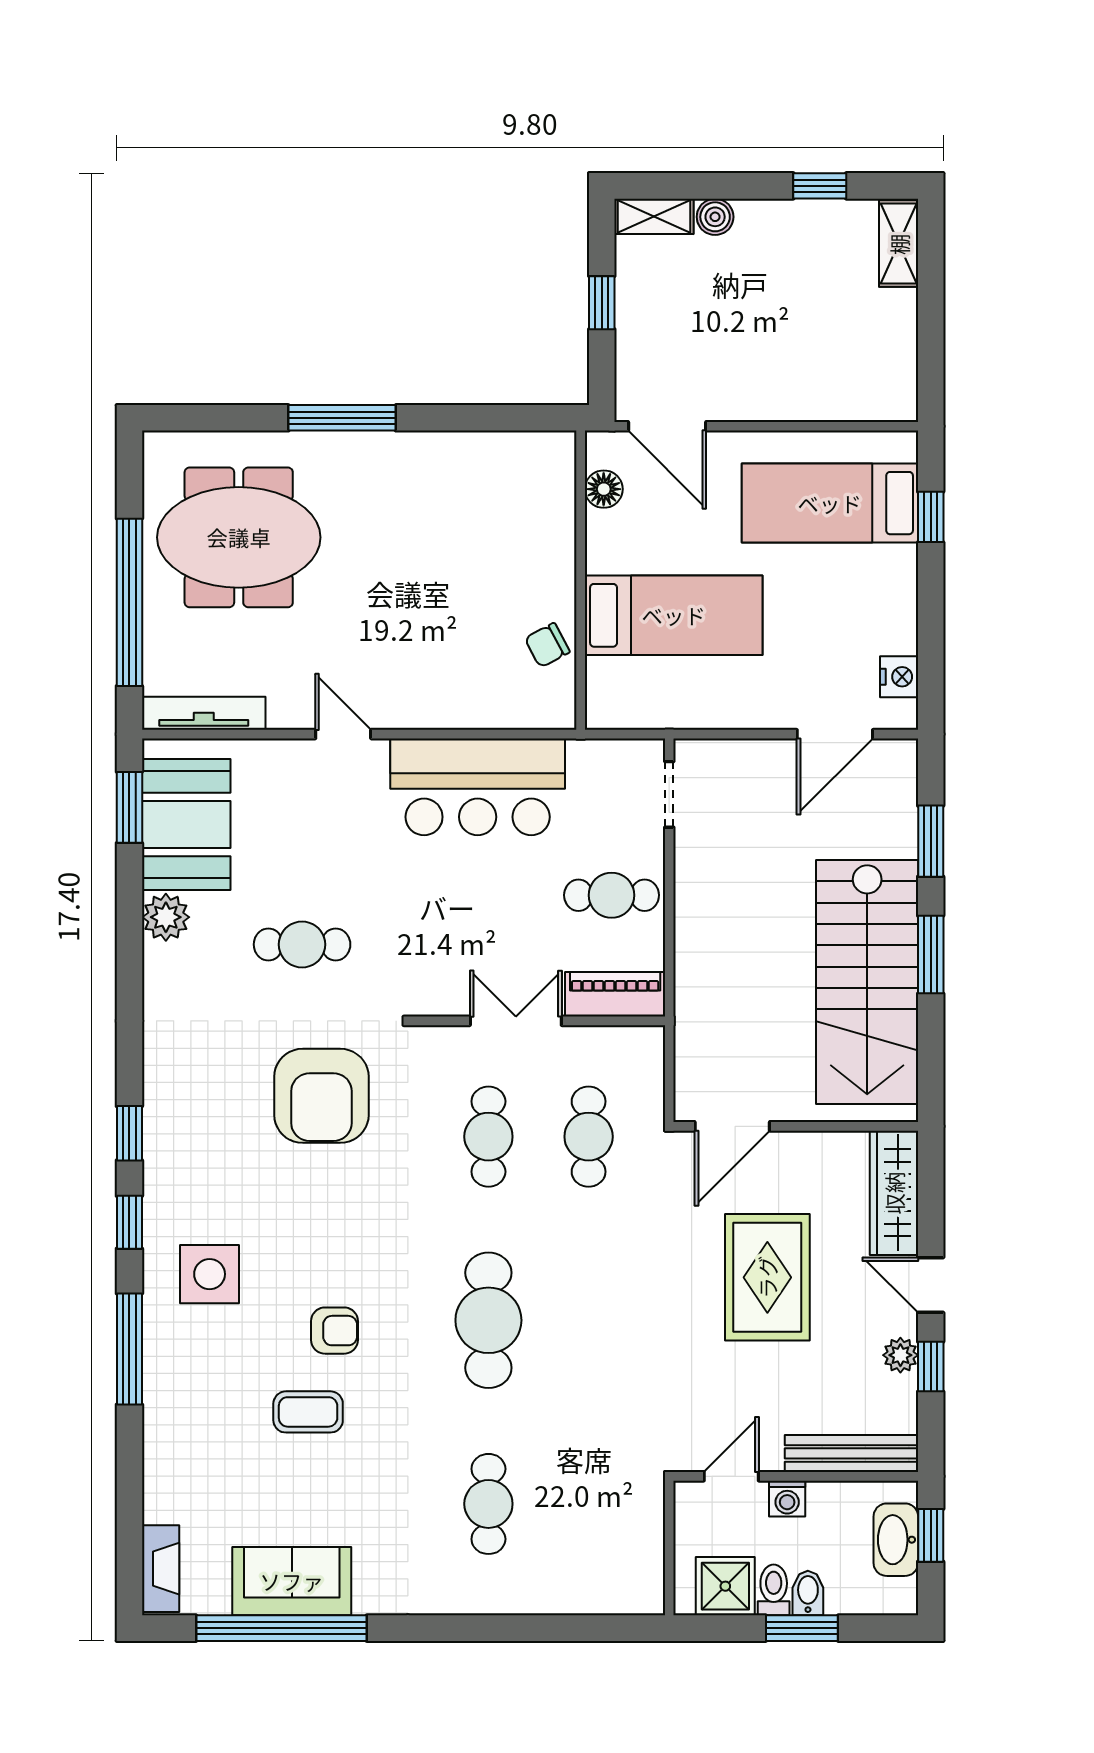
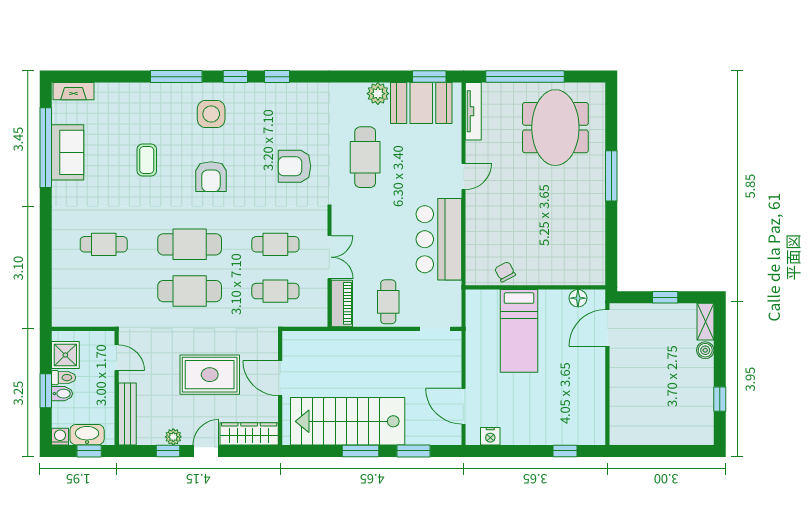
shelving: (899, 244) -> (693, 436), removed
bed: (830, 503) -> (571, 404), removed
cafe table: (302, 944) -> (365, 157), width x1.37, depth x1.35
armchair: (321, 1096) -> (294, 166), width x0.73, depth x0.73
door: (732, 1126) -> (280, 378), moved
cafe table: (589, 1320) -> (190, 291), added
armchair: (334, 1331) -> (211, 177), moved, width x1.38, depth x1.38
washing machine: (787, 1499) -> (60, 437), moved, turned 90

